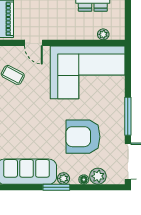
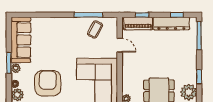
door: (33, 43) -> (120, 45), swing flipped

